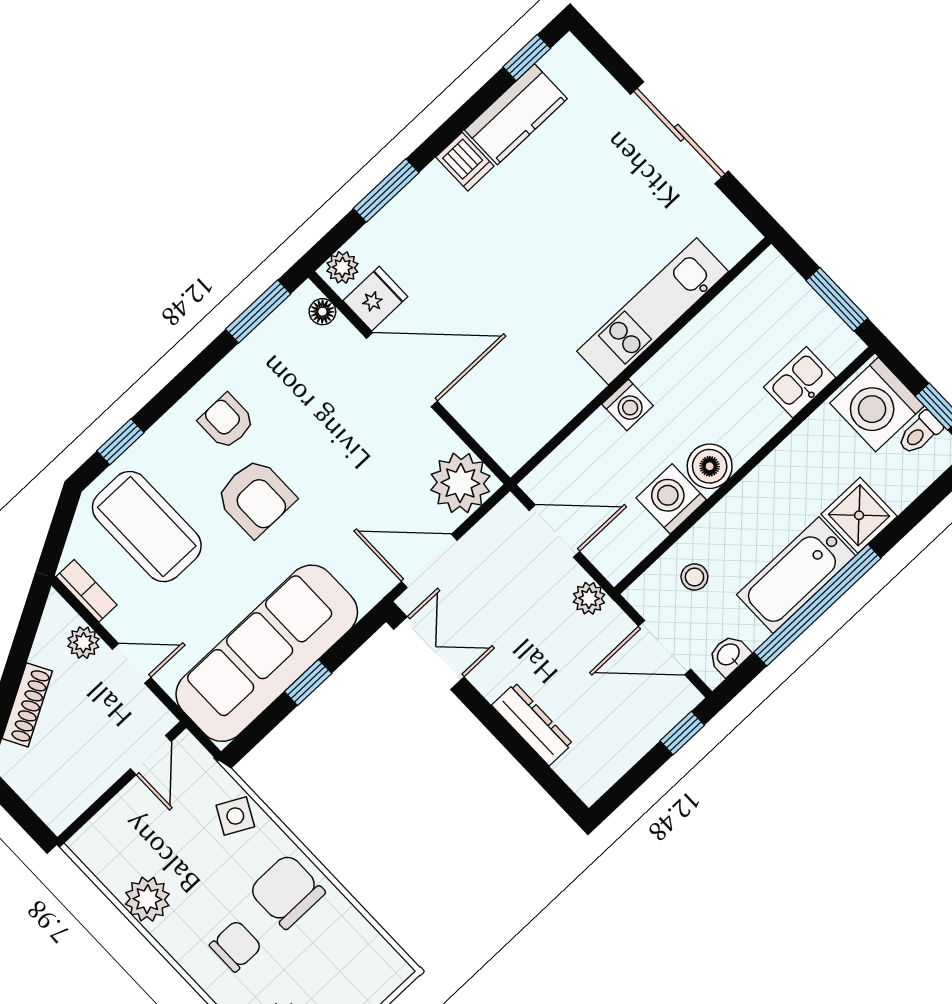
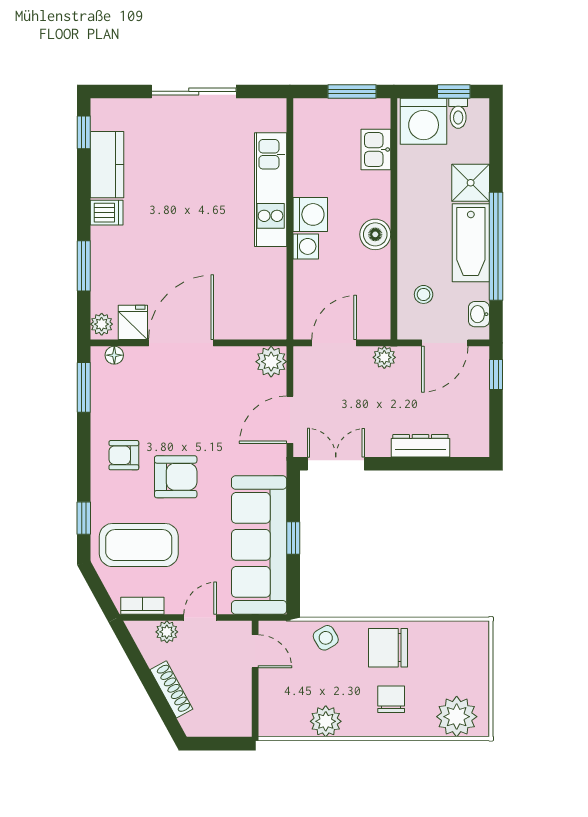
plant: (460, 483) -> (271, 362), width x0.73, depth x0.73
washing machine: (671, 499) -> (310, 214), moved, turned 180
side table: (235, 816) -> (326, 638), turned 32

